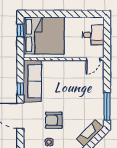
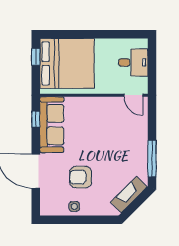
door: (93, 59) -> (133, 95), hinge flipped
window: (20, 89) -> (36, 119), moved

